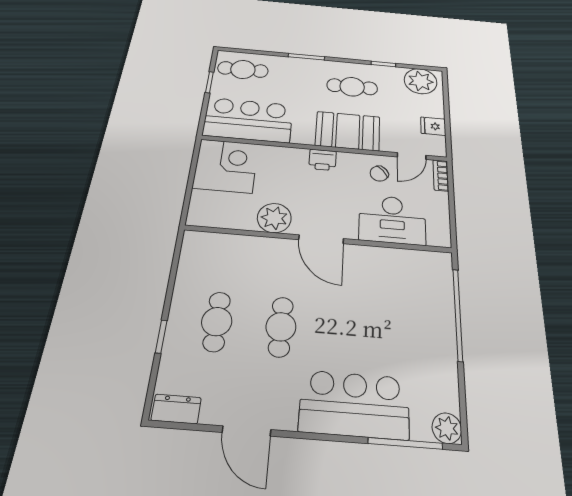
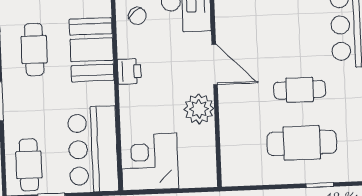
door: (321, 239) -> (215, 64), hinge flipped
cafe table: (217, 322) -> (302, 143), width x1.37, depth x1.35

